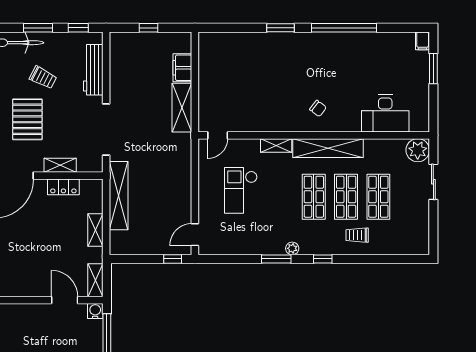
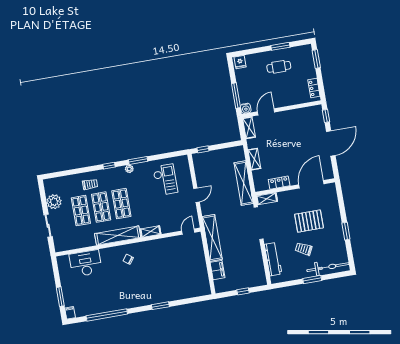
window: (78, 28) -> (287, 284), removed
window: (344, 28) -> (107, 315), moved
shelving: (182, 108) -> (212, 238), width x1.47
pallet: (27, 119) -> (309, 221), turned 90
plant: (418, 150) -> (54, 202), moved
shelving: (60, 165) -> (267, 199), moved
checkout: (241, 190) -> (165, 180), moved
door: (195, 235) -> (196, 195), moved
door: (65, 300) -> (266, 112), swing flipped

